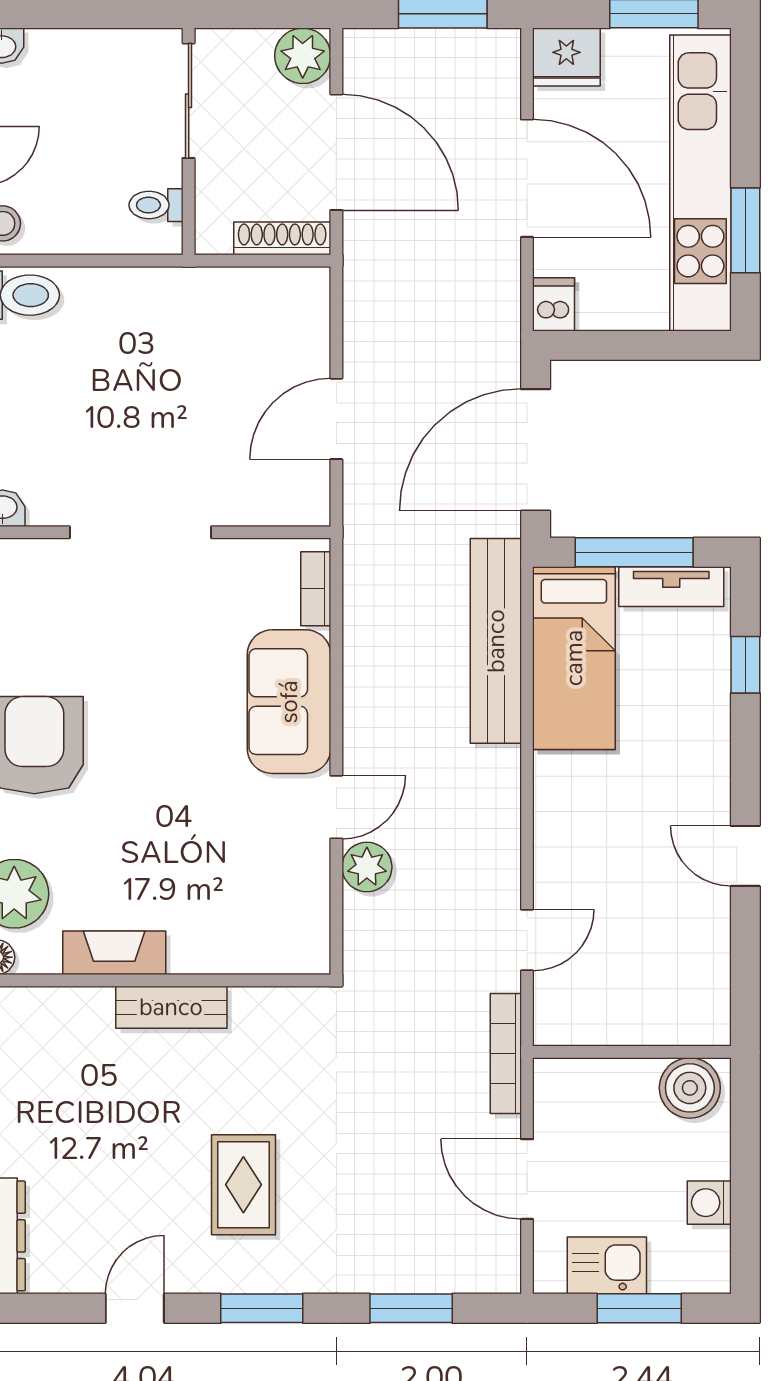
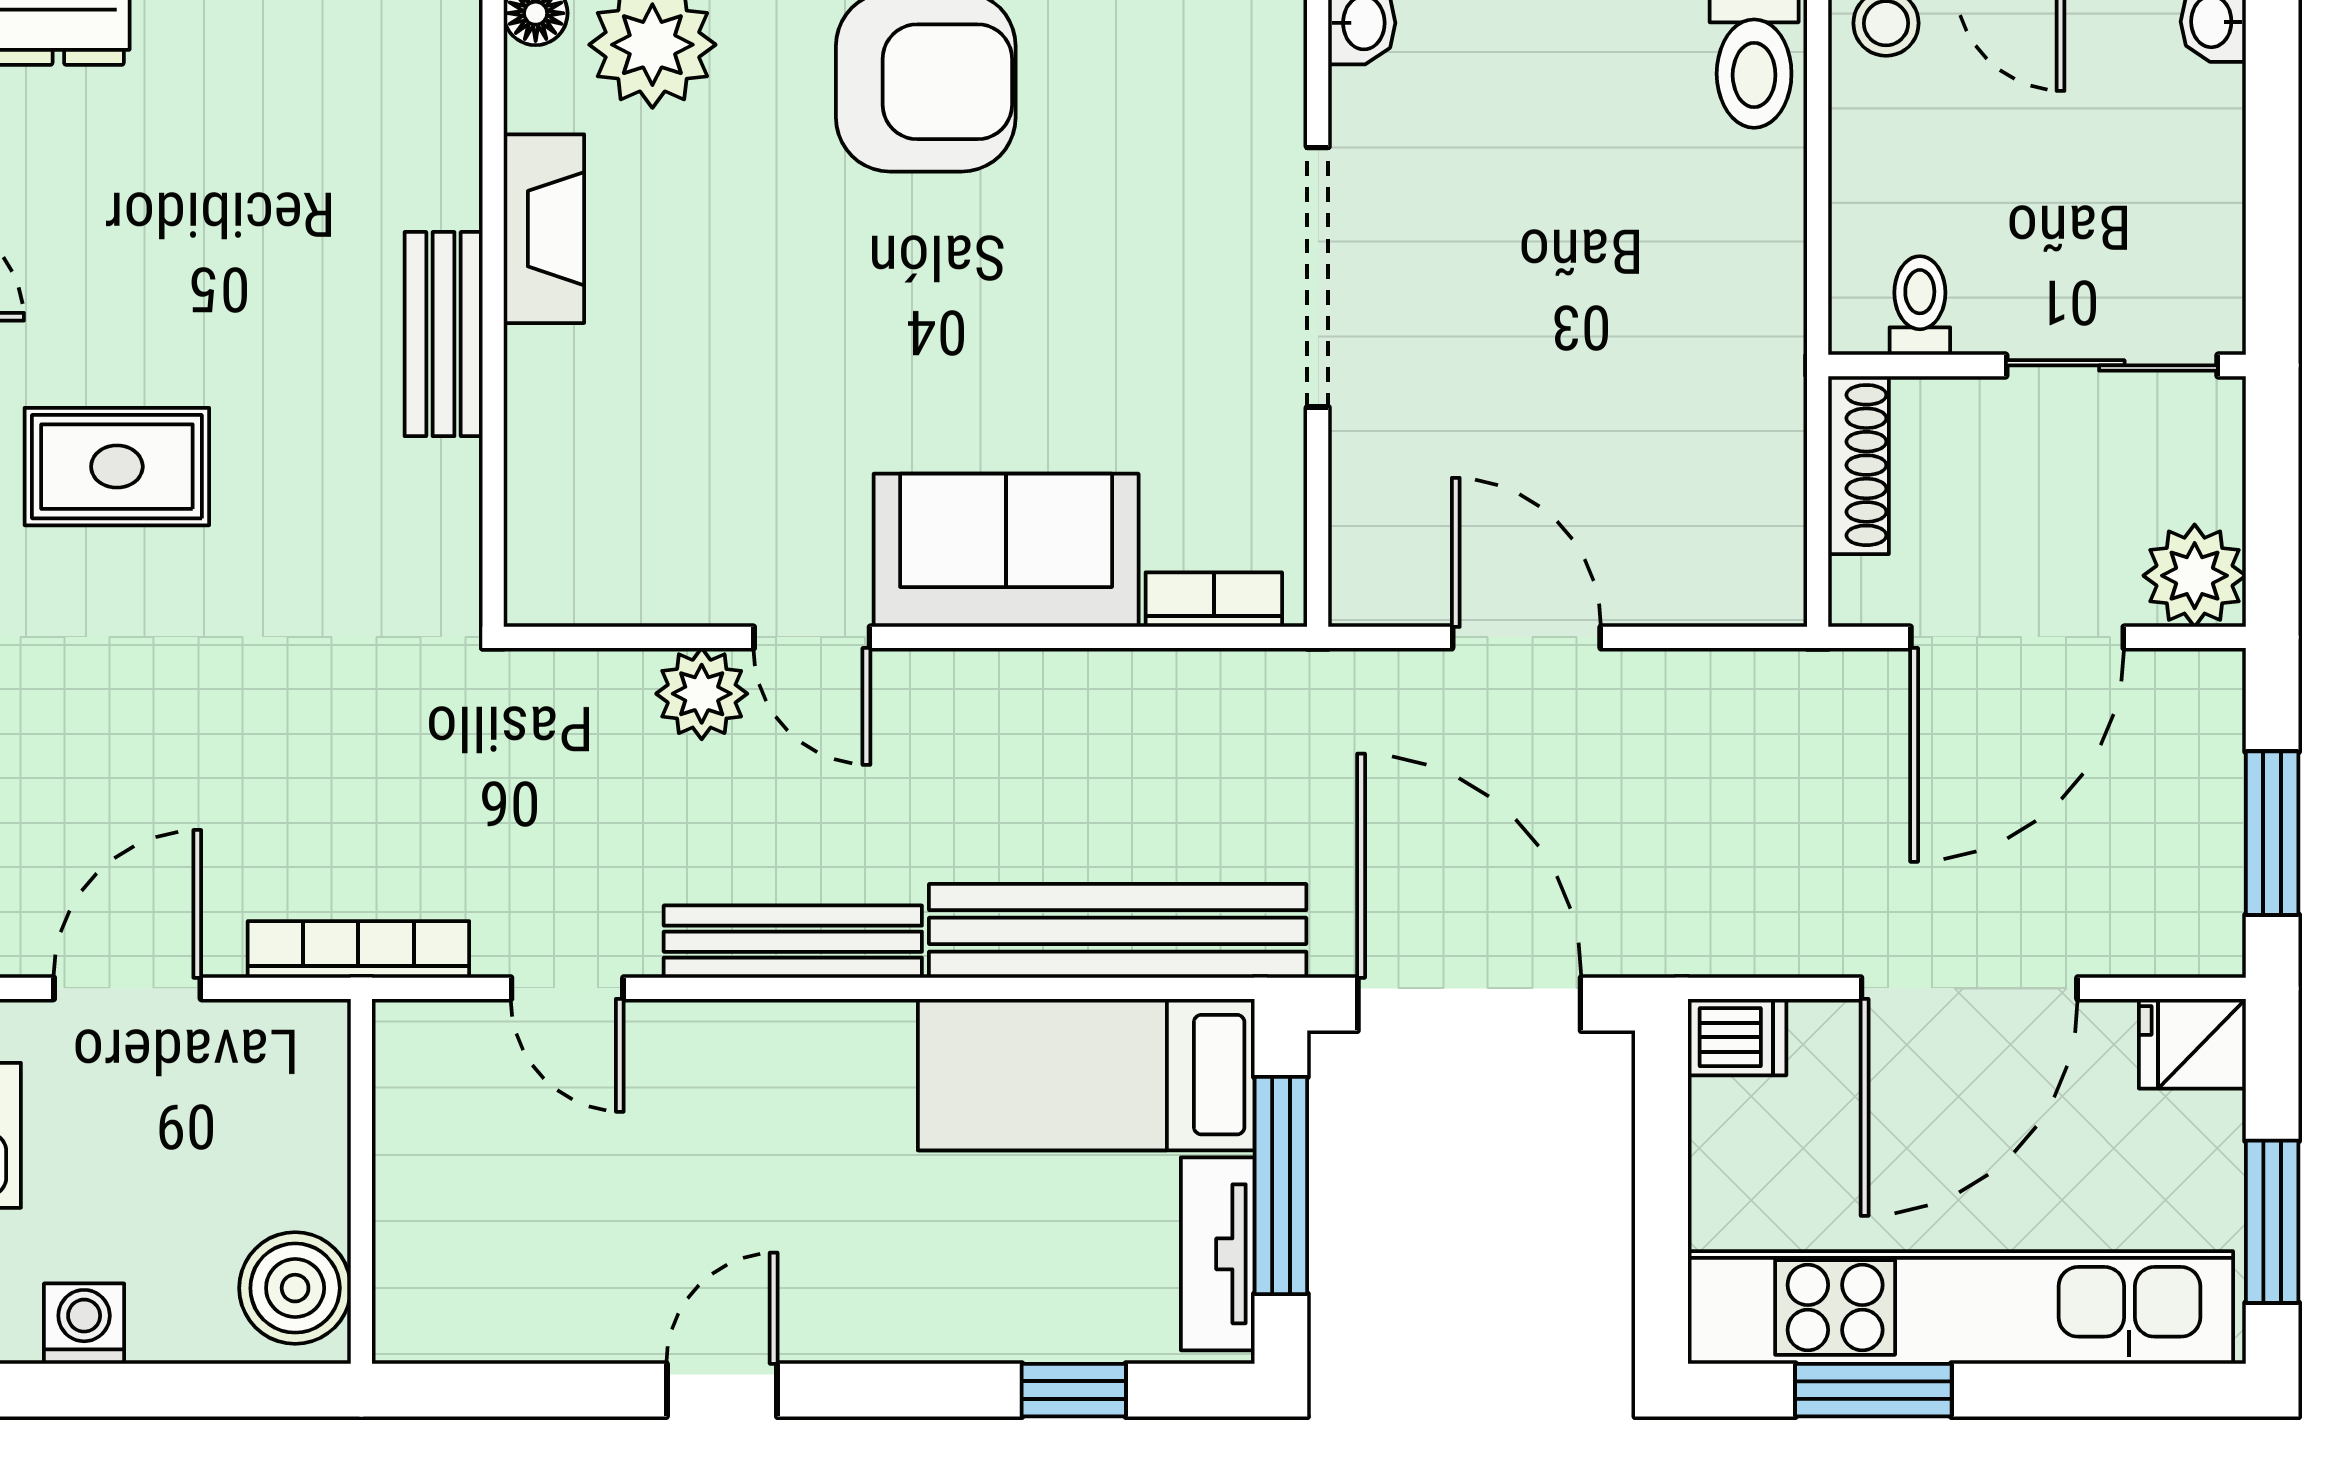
fridge: (566, 57) -> (2192, 1044), width x0.72
shoe rack: (282, 238) -> (1859, 465), moved
bench: (502, 817) -> (793, 942), added

